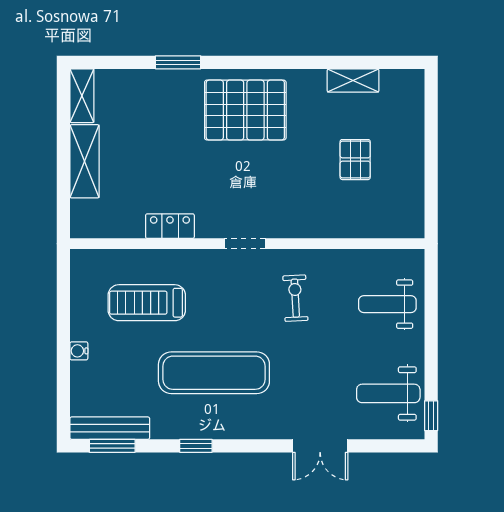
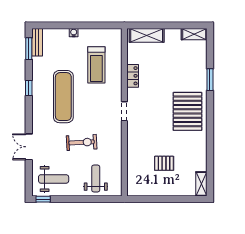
shelving: (353, 80) -> (201, 184), moved
shelving: (84, 161) -> (147, 35), moved
exercise bike: (295, 298) -> (82, 142), moved, width x1.38, depth x1.39
treadmill: (147, 303) -> (96, 65), turned 180
weight bench: (388, 393) -> (54, 179), turned 90
bench: (110, 428) -> (37, 42), width x0.73

